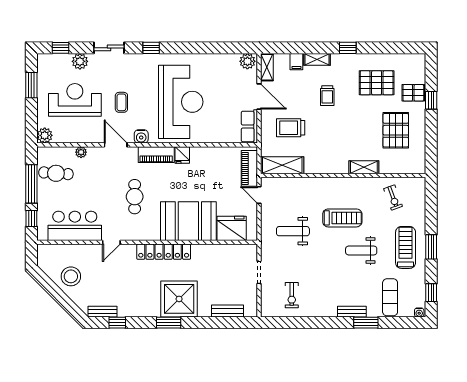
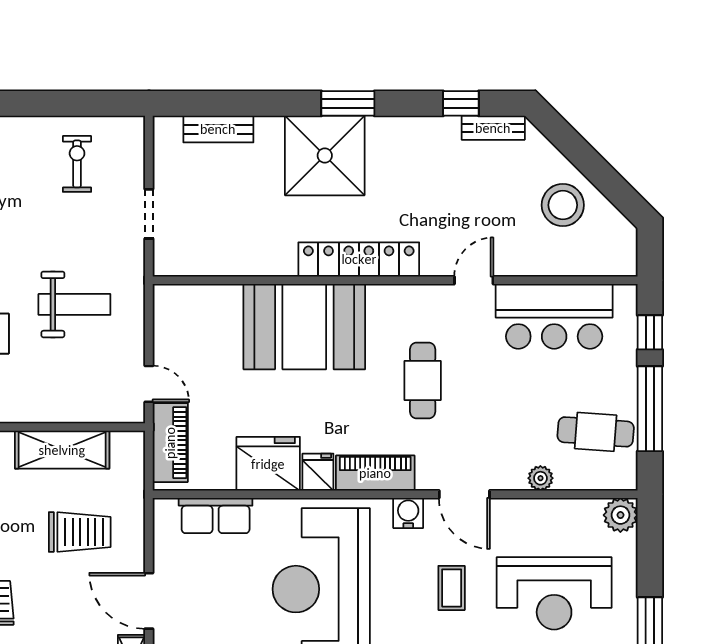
row of seats: (249, 126) -> (216, 516), moved, turned 90
shelving: (282, 165) -> (62, 450), moved
fridge: (232, 228) -> (268, 464), moved, turned 180

